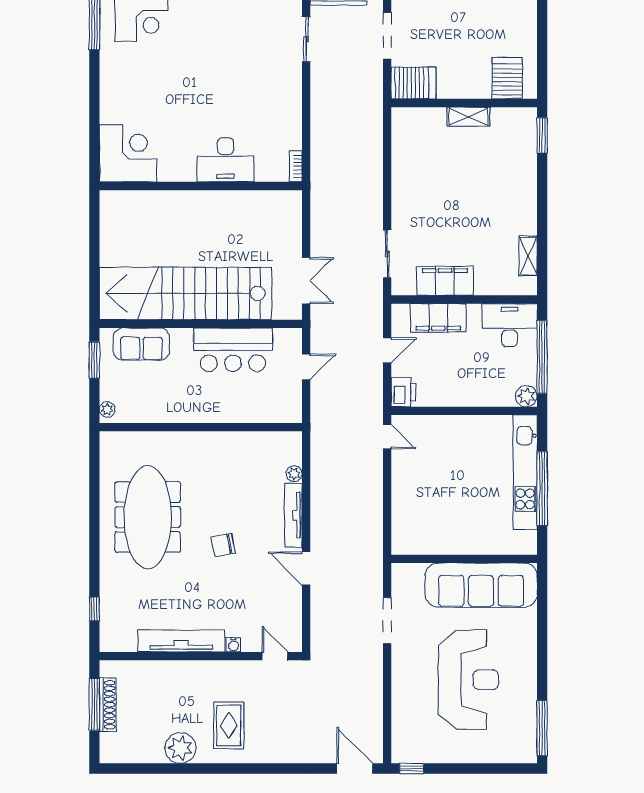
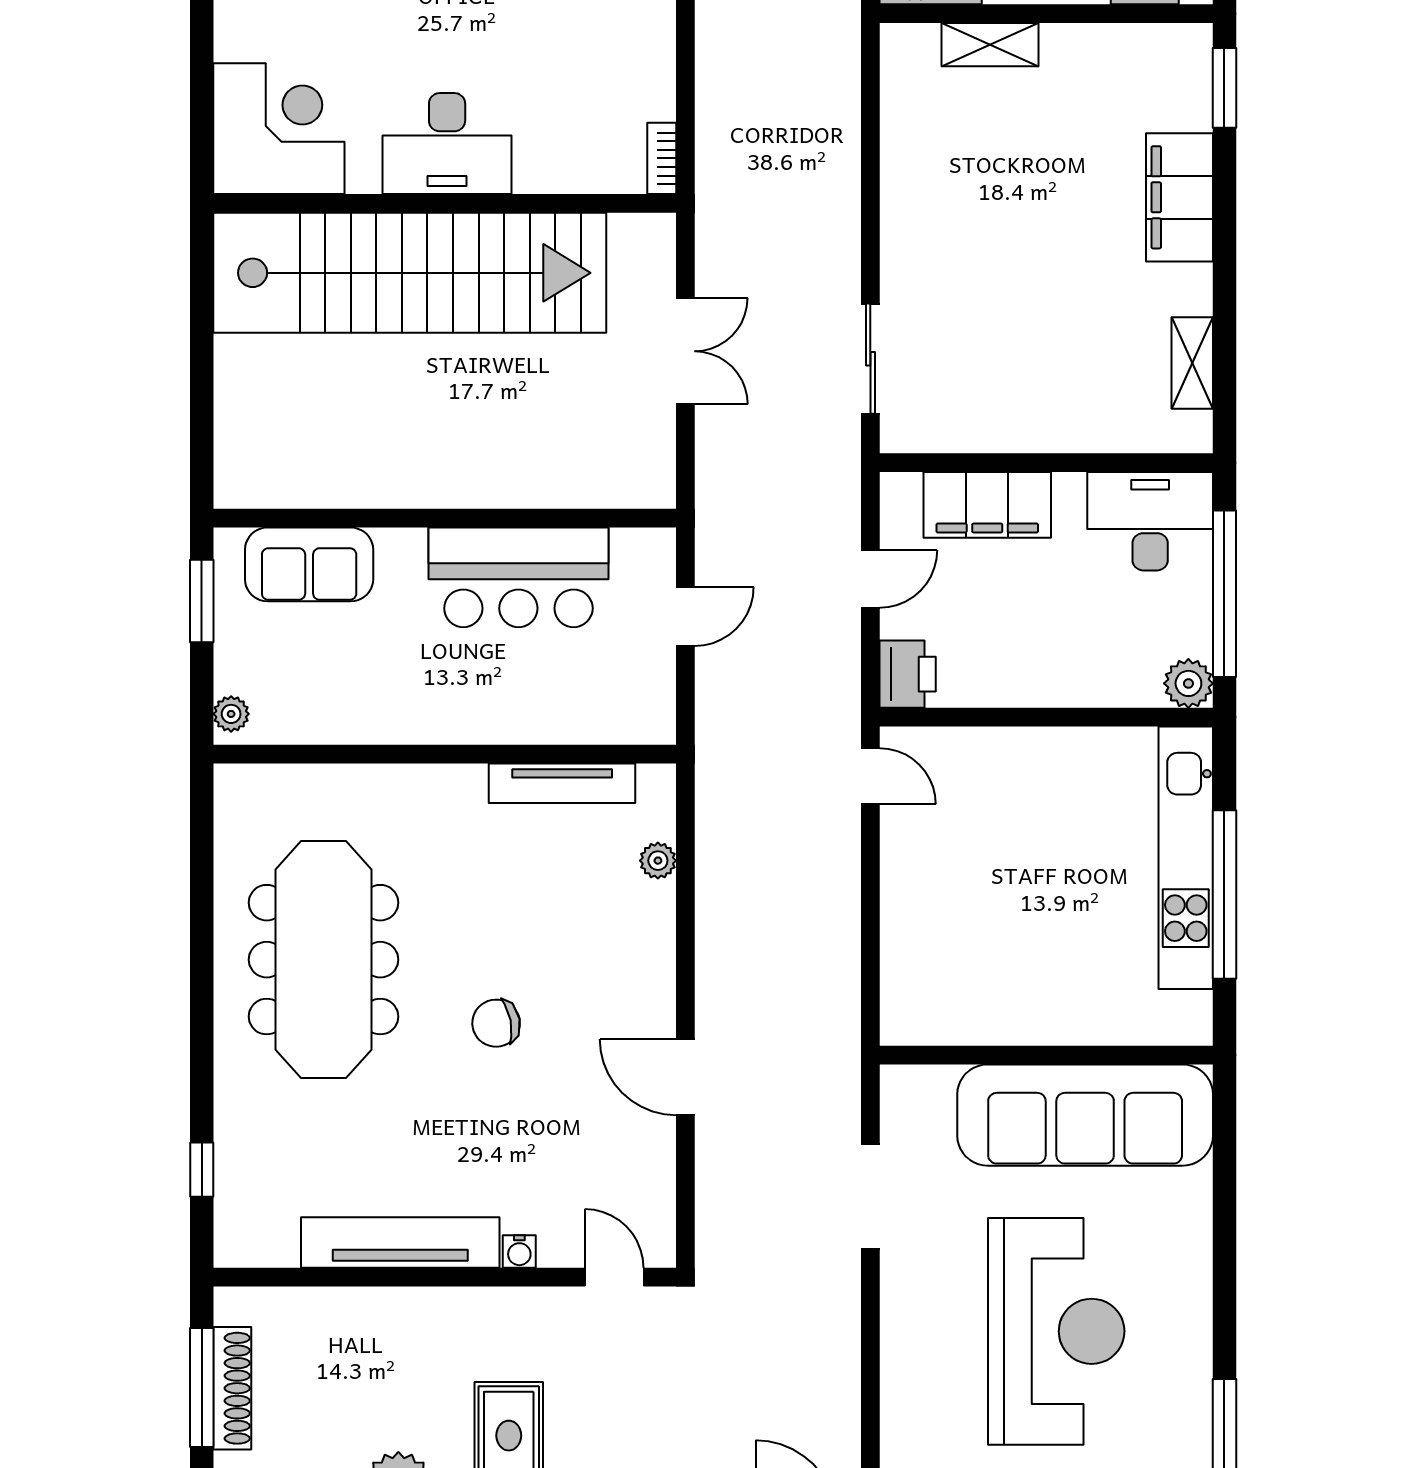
shelving: (468, 117) -> (990, 45), moved
desk: (226, 160) -> (447, 144), moved
double door: (306, 281) -> (685, 351), moved
filing cabinet: (445, 281) -> (1180, 197), moved, turned -90
stairs: (185, 293) -> (410, 273), moved, turned 180
tv unit: (293, 515) -> (562, 783), moved, turned -90

